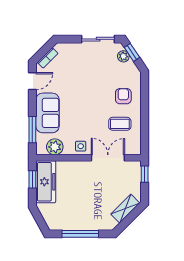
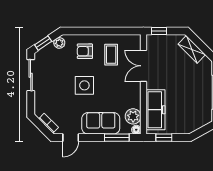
plant: (123, 56) -> (59, 43), moved
door: (32, 81) -> (71, 138), swing flipped
side table: (81, 146) -> (84, 85), moved, width x1.87, depth x1.87
floor lamp: (41, 150) -> (136, 130), added
freezer: (46, 182) -> (155, 110), moved, turned 90

